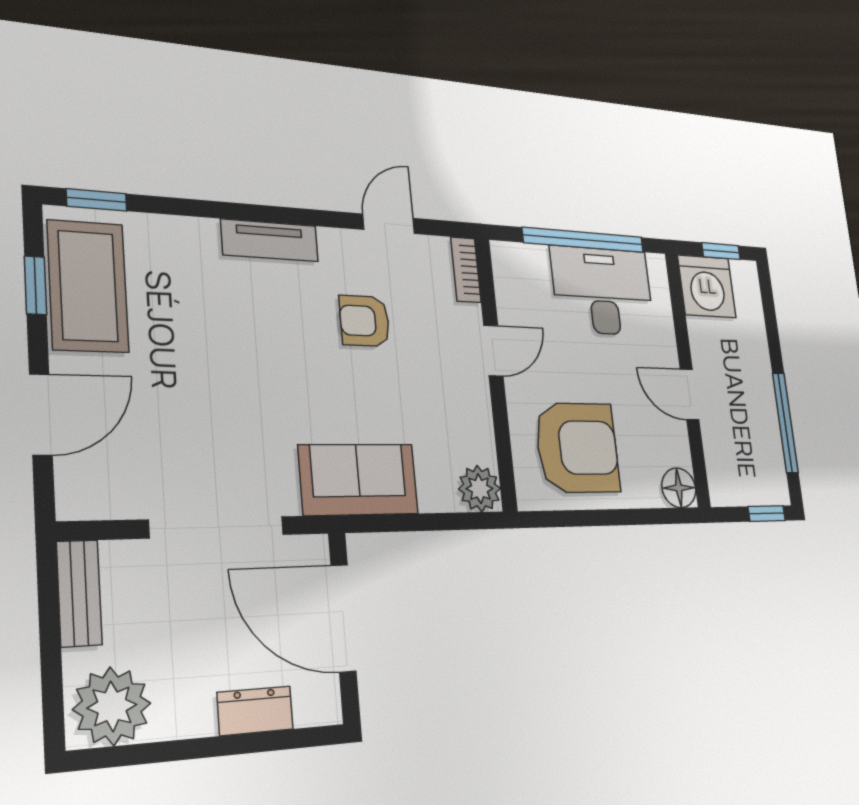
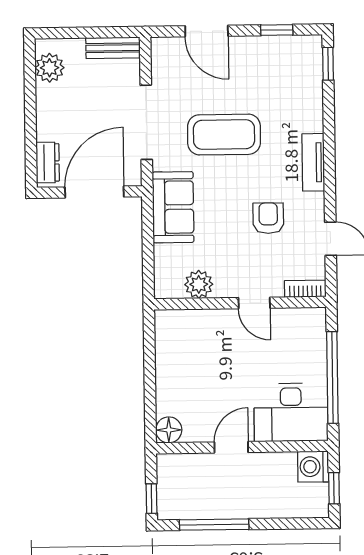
coffee table: (88, 286) -> (224, 135), moved
washing machine: (707, 286) -> (313, 467), width x0.73, depth x0.73
desk: (603, 291) -> (291, 412), moved, turned 90
armchair: (577, 448) -> (194, 356), removed
plant: (479, 489) -> (199, 284), moved
plant: (112, 706) -> (50, 68), width x0.73, depth x0.73
dresser: (255, 711) -> (48, 163), moved

